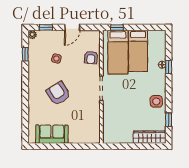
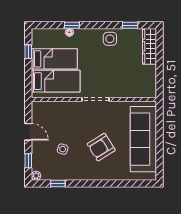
window: (117, 27) -> (28, 52), moved
armchair: (91, 57) -> (61, 111), removed
sofa: (52, 134) -> (143, 139), width x1.85, depth x1.27

